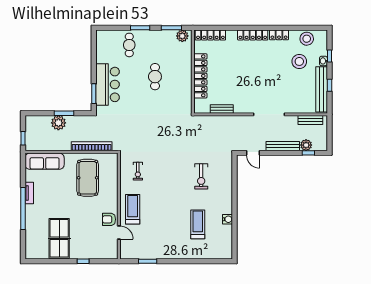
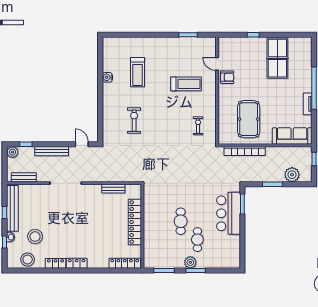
locker: (253, 35) -> (77, 263), width x0.66
plant: (182, 36) -> (190, 262), moved
cafe table: (129, 45) -> (197, 240), moved
plant: (58, 123) -> (292, 175), moved
plant: (306, 145) -> (13, 152), moved
treadmill: (133, 209) -> (186, 84), moved, turned -90

